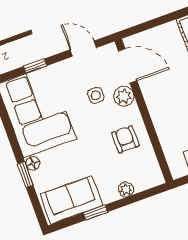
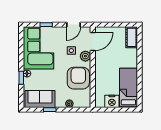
door: (83, 49) -> (74, 25), swing flipped
door: (128, 66) -> (93, 41), hinge flipped
armchair: (125, 139) -> (78, 78), width x1.88, depth x1.88

